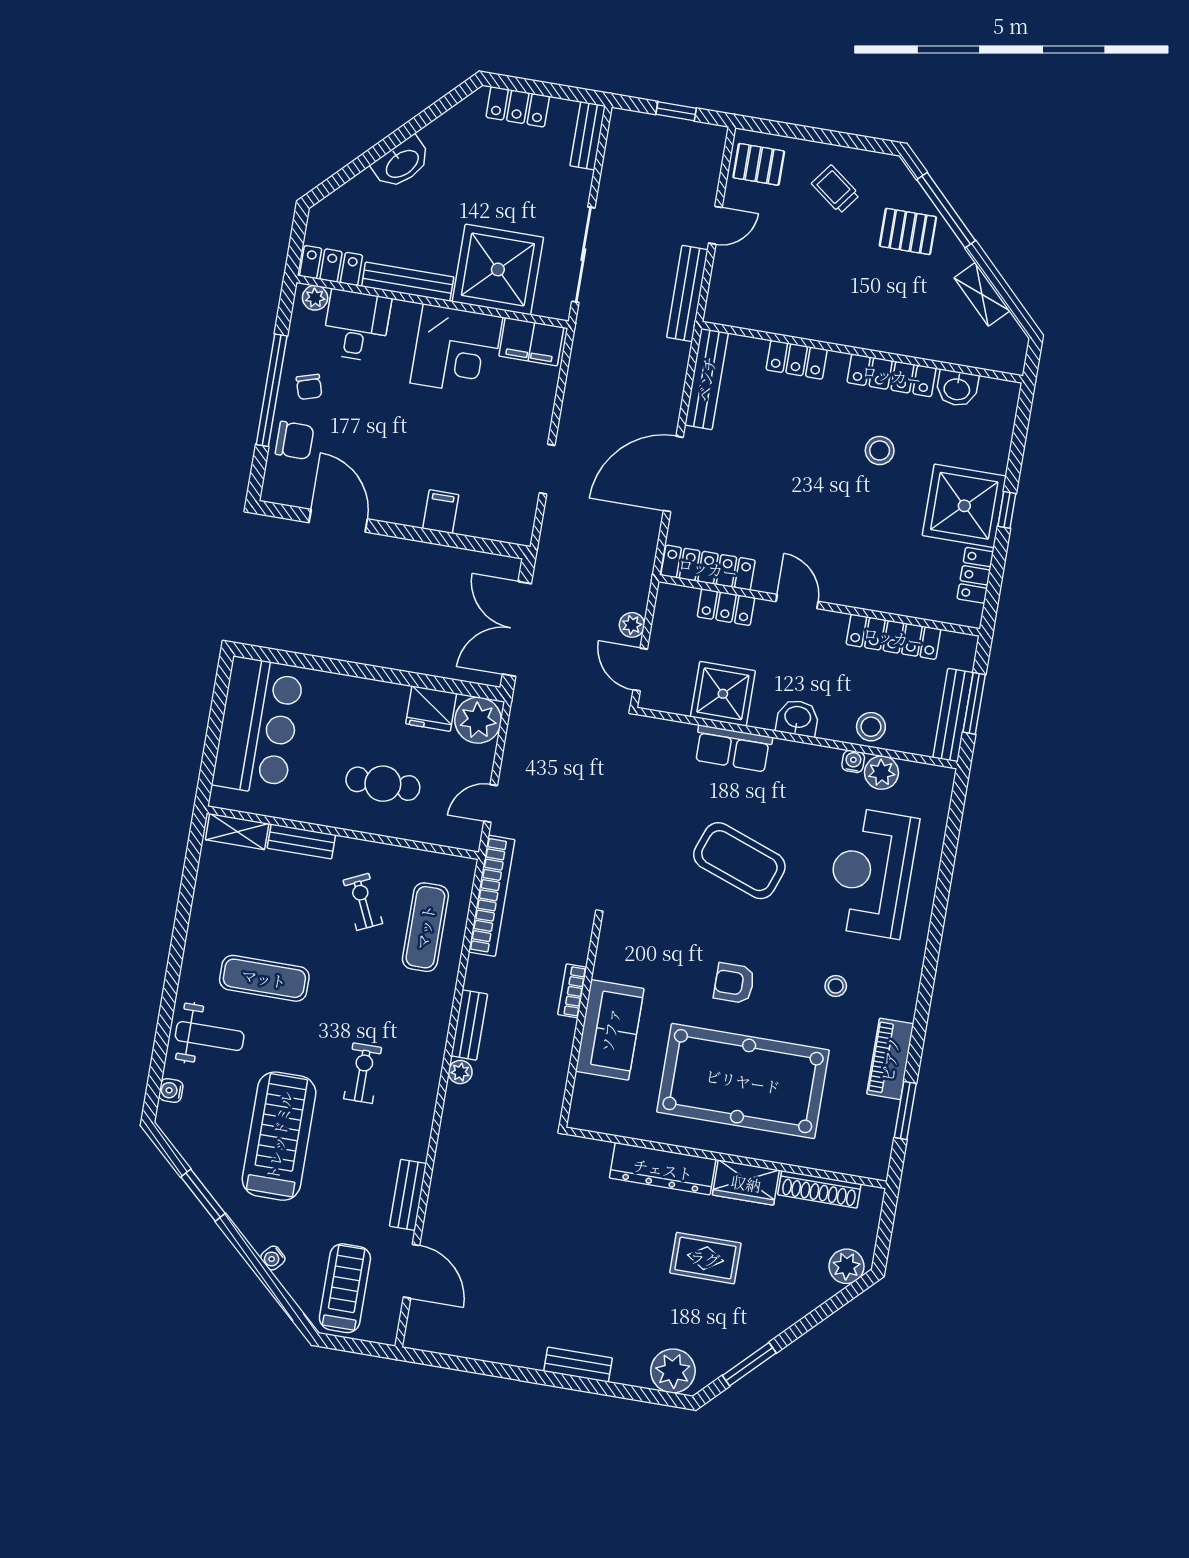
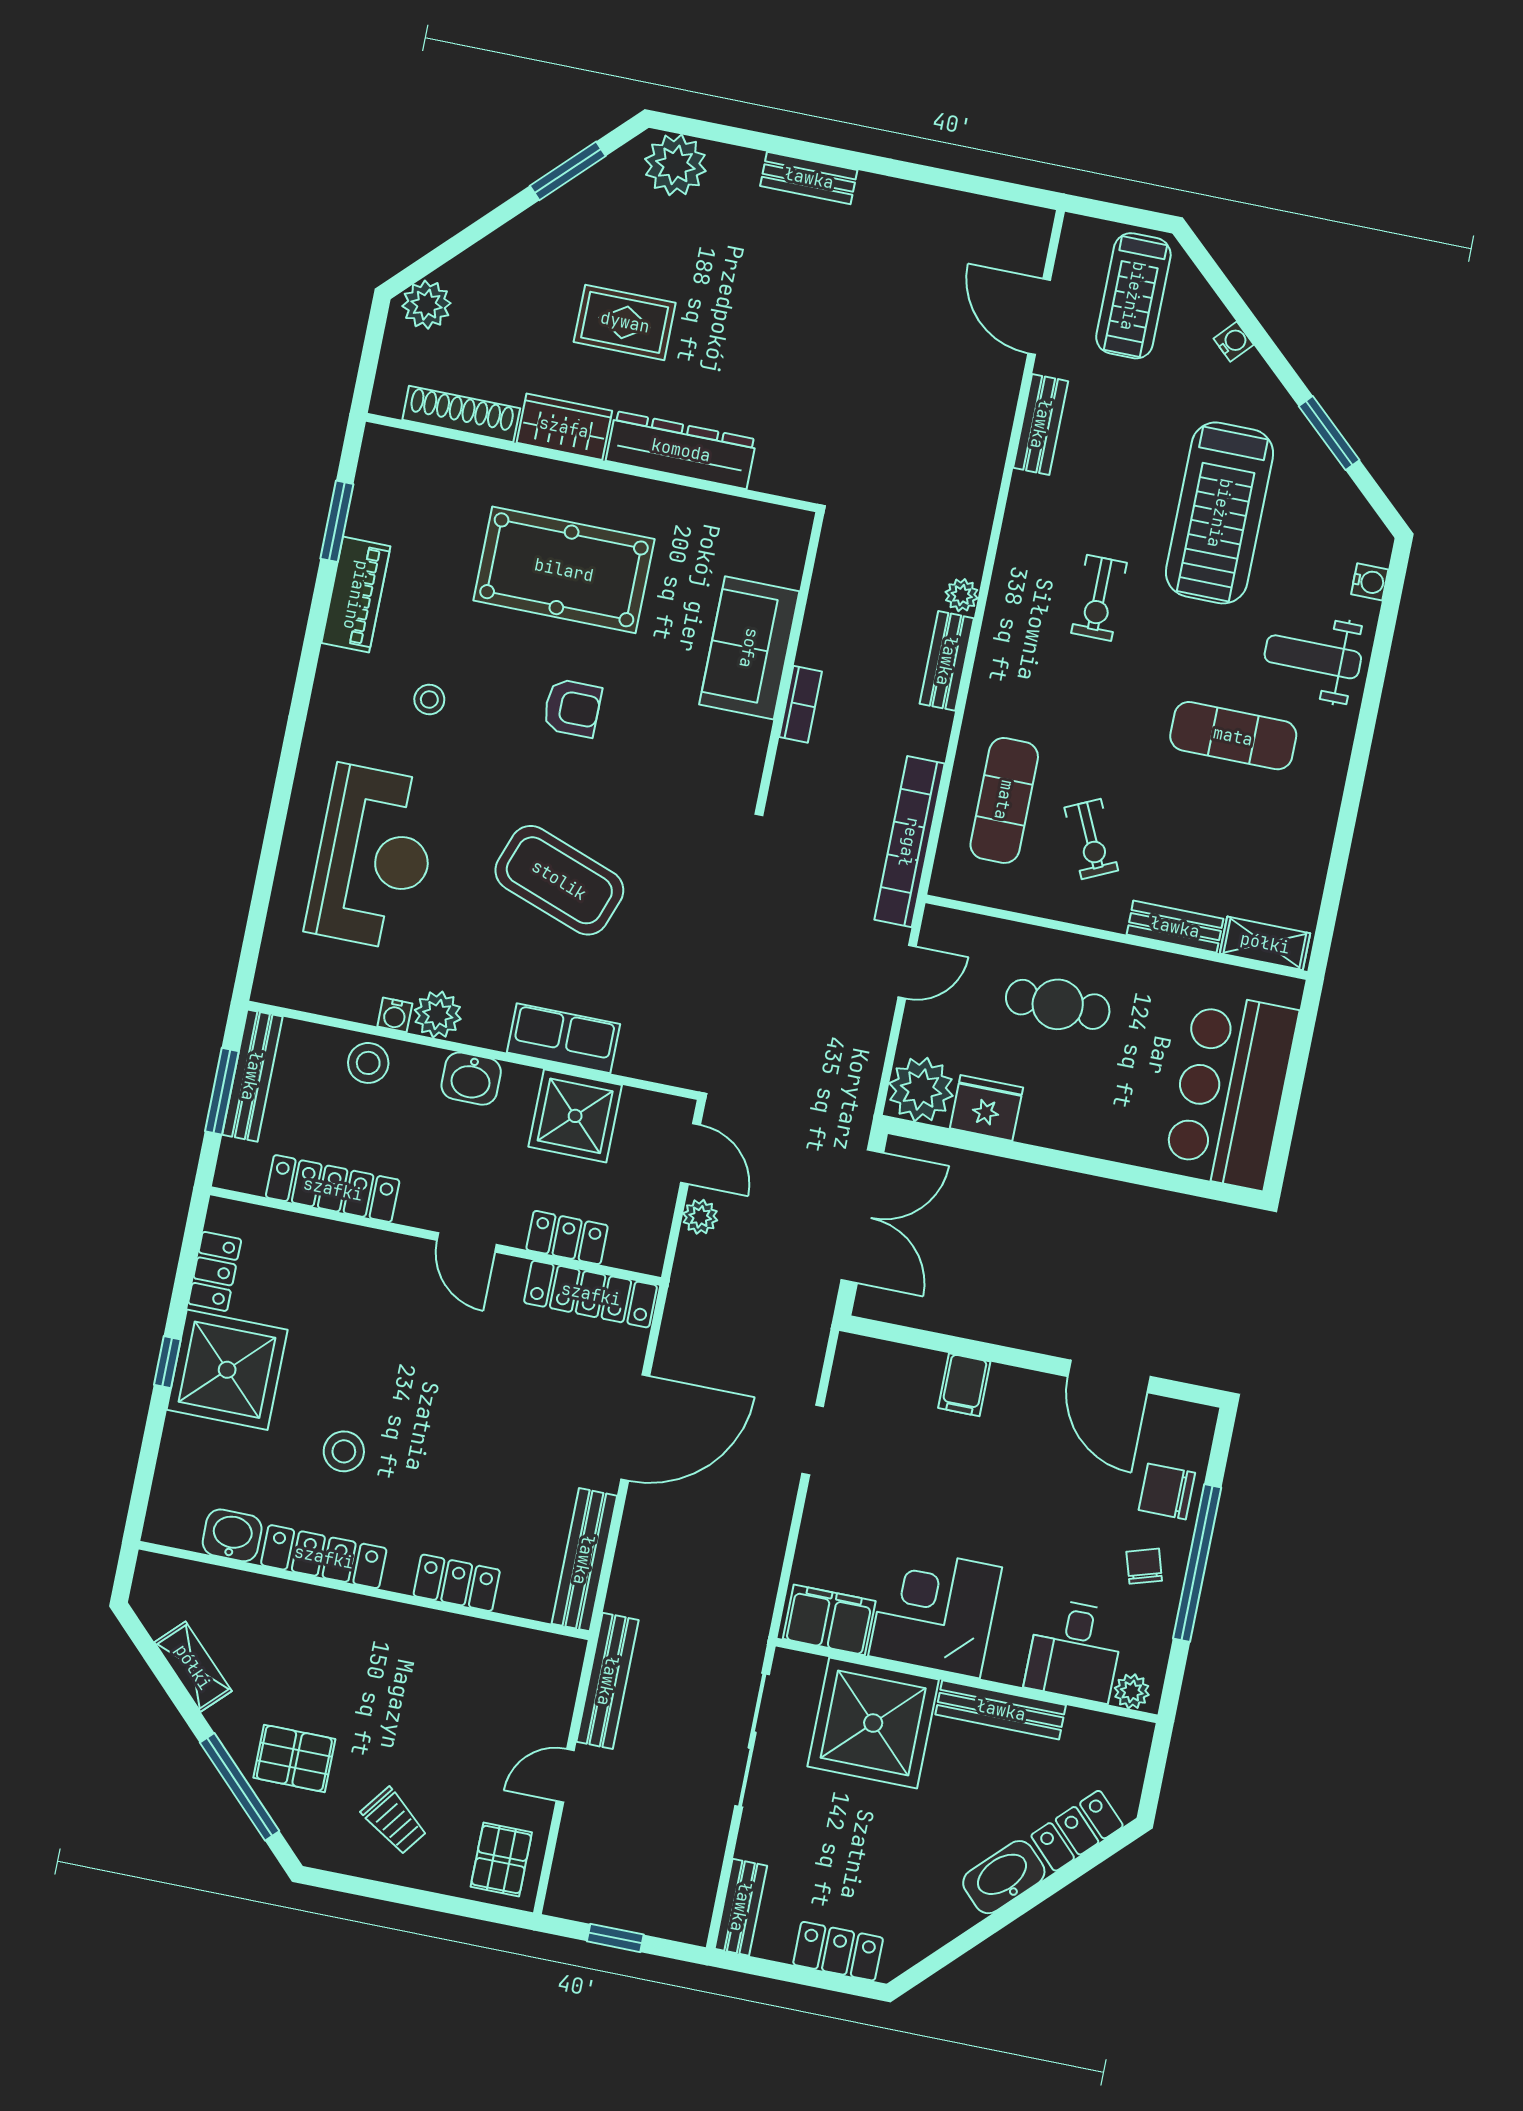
pallet: (759, 164) -> (501, 1859), turned 90
locker: (331, 265) -> (1077, 1831), moved, turned 135
plant: (882, 773) -> (438, 1015), moved
pool table: (743, 1081) -> (564, 570), width x0.73, depth x0.76

